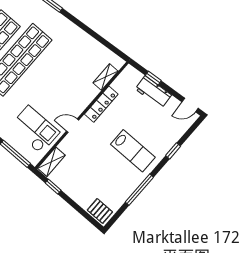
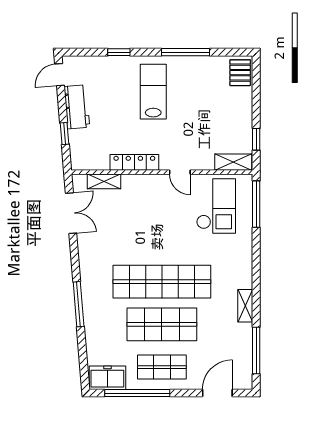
double door: (104, 42) -> (71, 213), added
workbench: (153, 92) -> (77, 107), moved
door: (190, 105) -> (60, 75), swing flipped
checkout: (35, 130) -> (216, 206), turned 180

